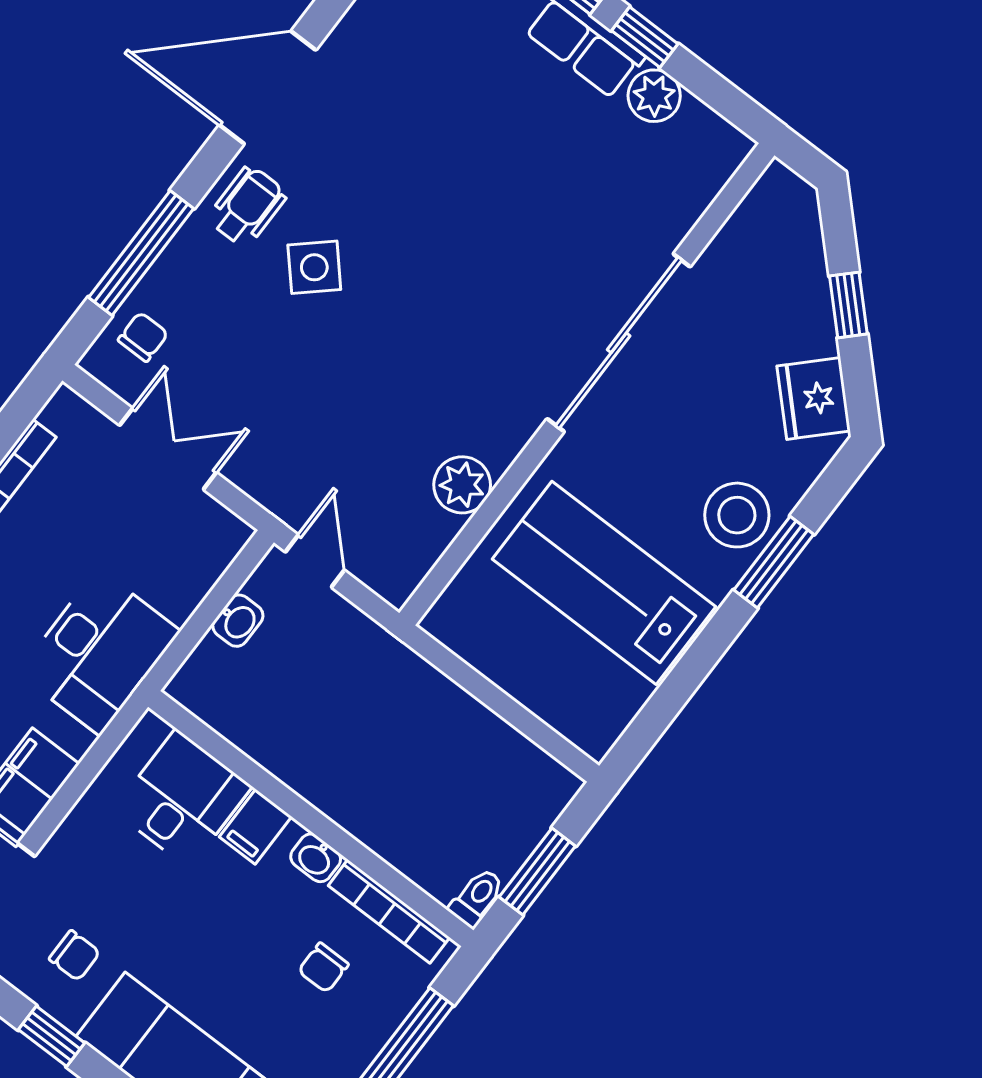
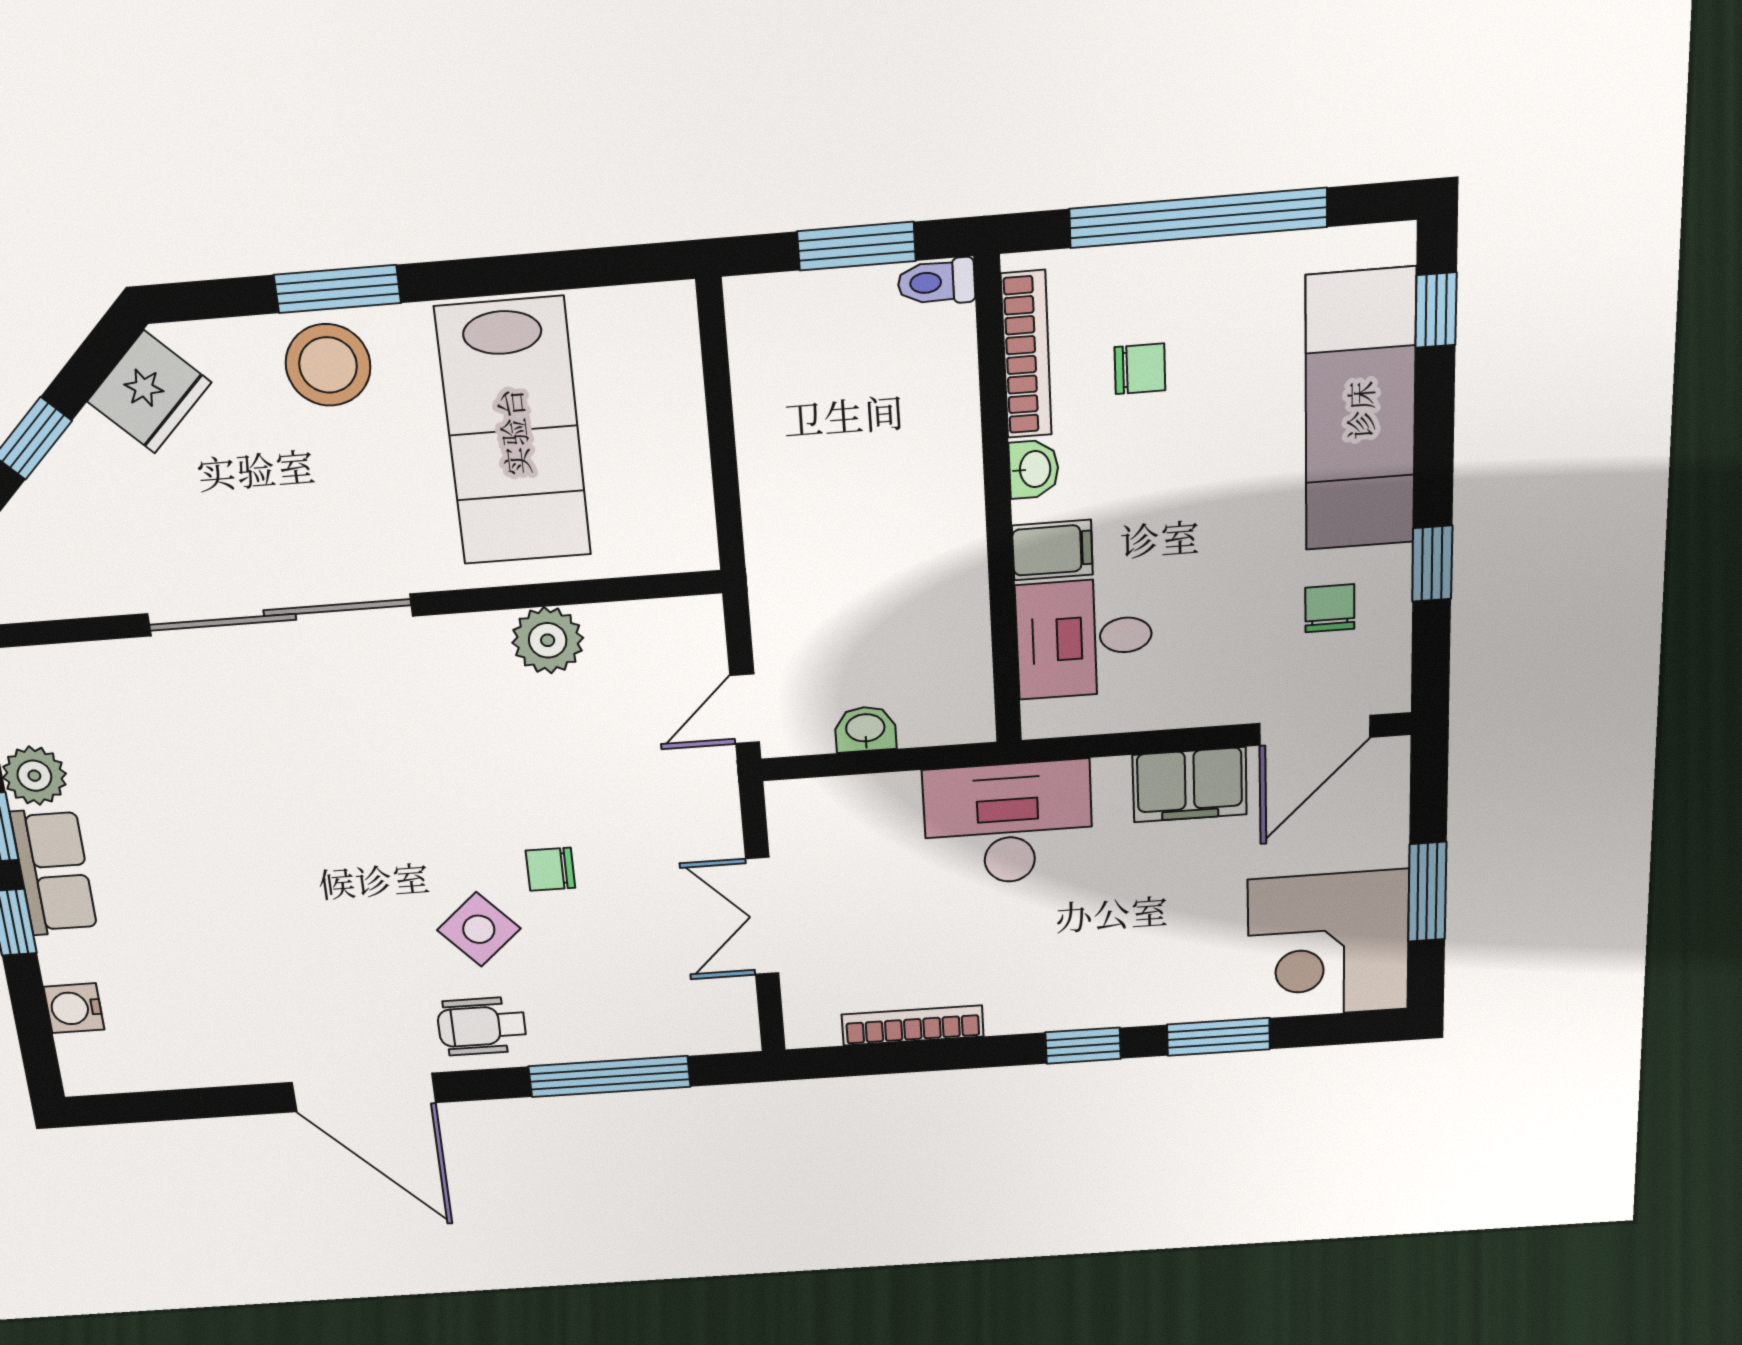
chair: (143, 337) -> (550, 869), moved

